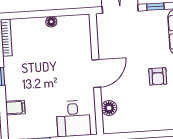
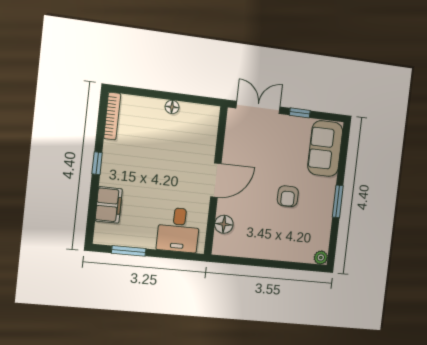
filing cabinet: (15, 108) -> (109, 205), width x2.00

